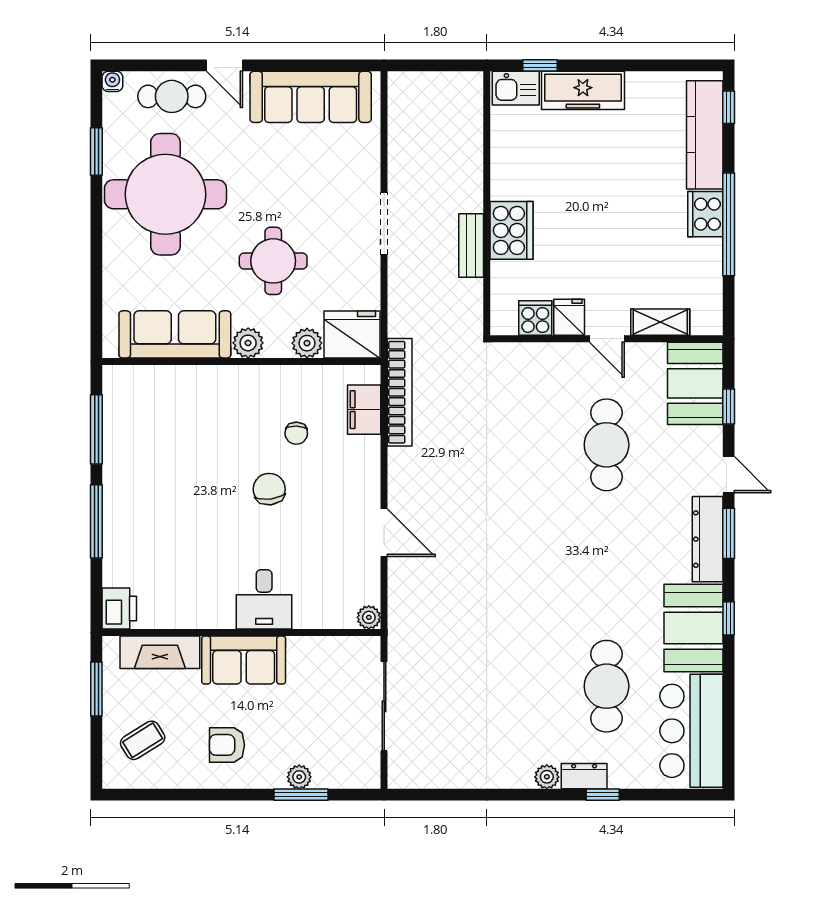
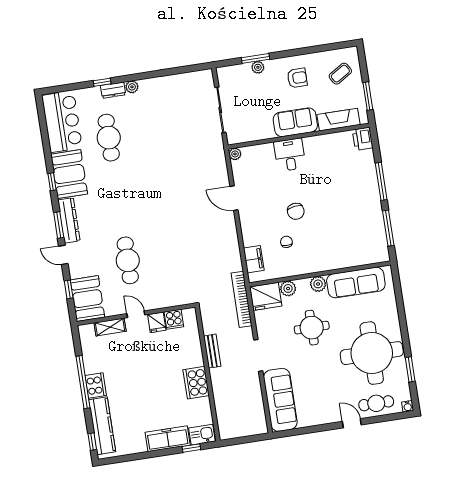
sofa: (311, 97) -> (280, 400), moved, turned 90
cooker: (511, 230) -> (196, 383), moved
bookcase: (400, 392) -> (241, 299), moved

